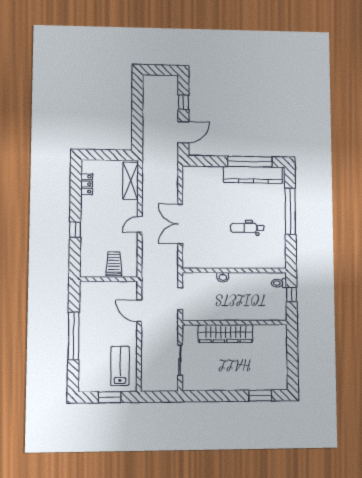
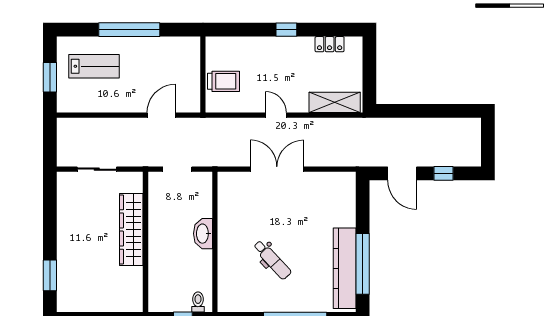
dental chair: (247, 228) -> (272, 260), turned 137
window: (75, 230) -> (286, 30), moved
washbasin: (223, 277) -> (203, 234), width x1.91, depth x1.45
lab bench: (120, 366) -> (94, 66), moved

